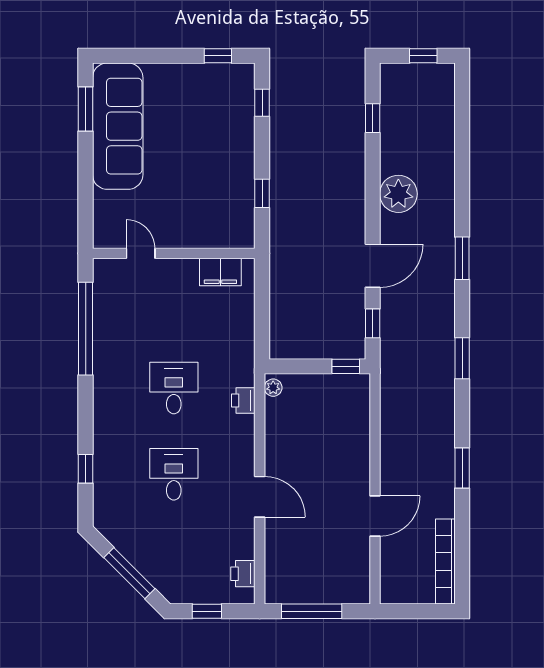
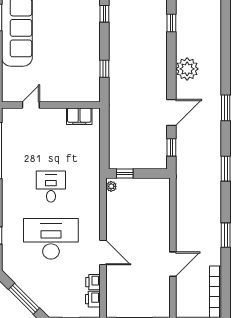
door: (141, 253) -> (31, 105), hinge flipped
window: (346, 366) -> (125, 173), moved
printer: (243, 400) -> (93, 282), moved
desk: (174, 474) -> (51, 239), width x1.87, depth x1.30

